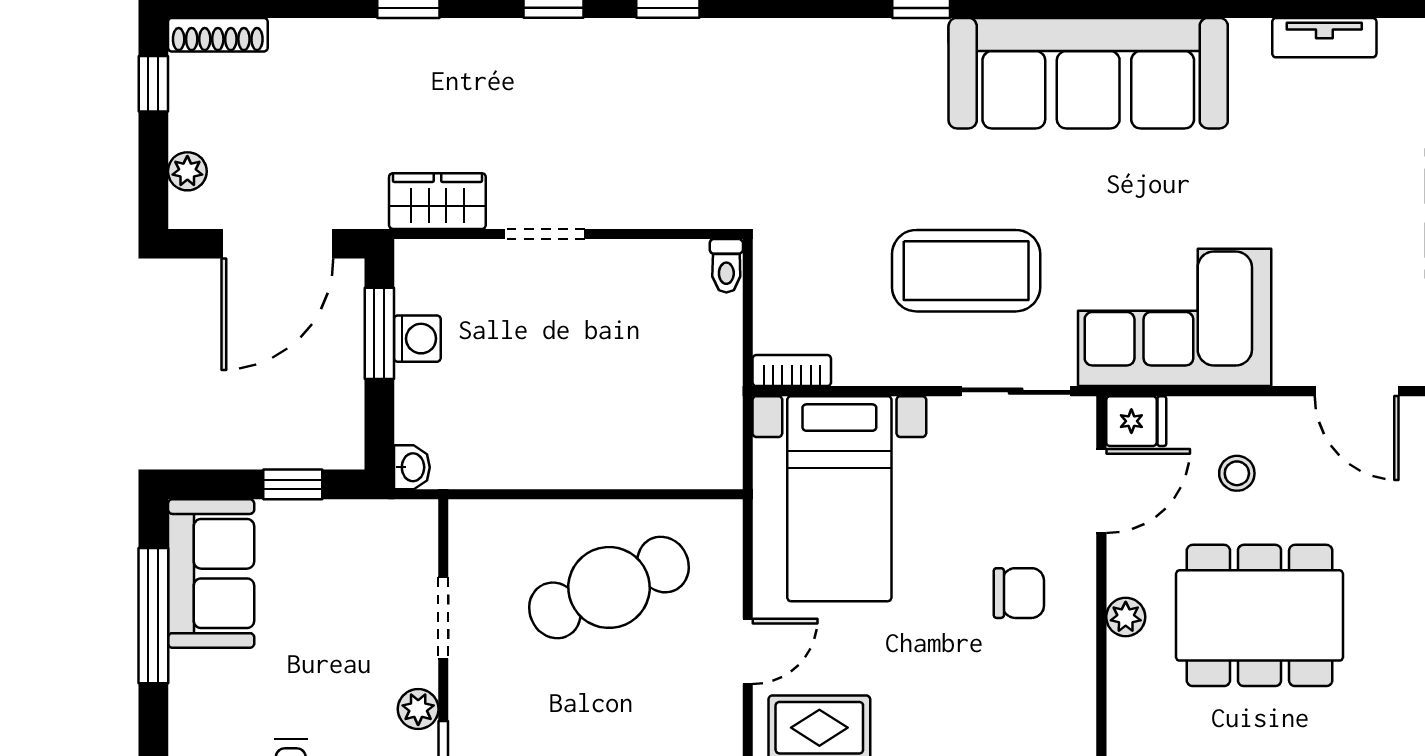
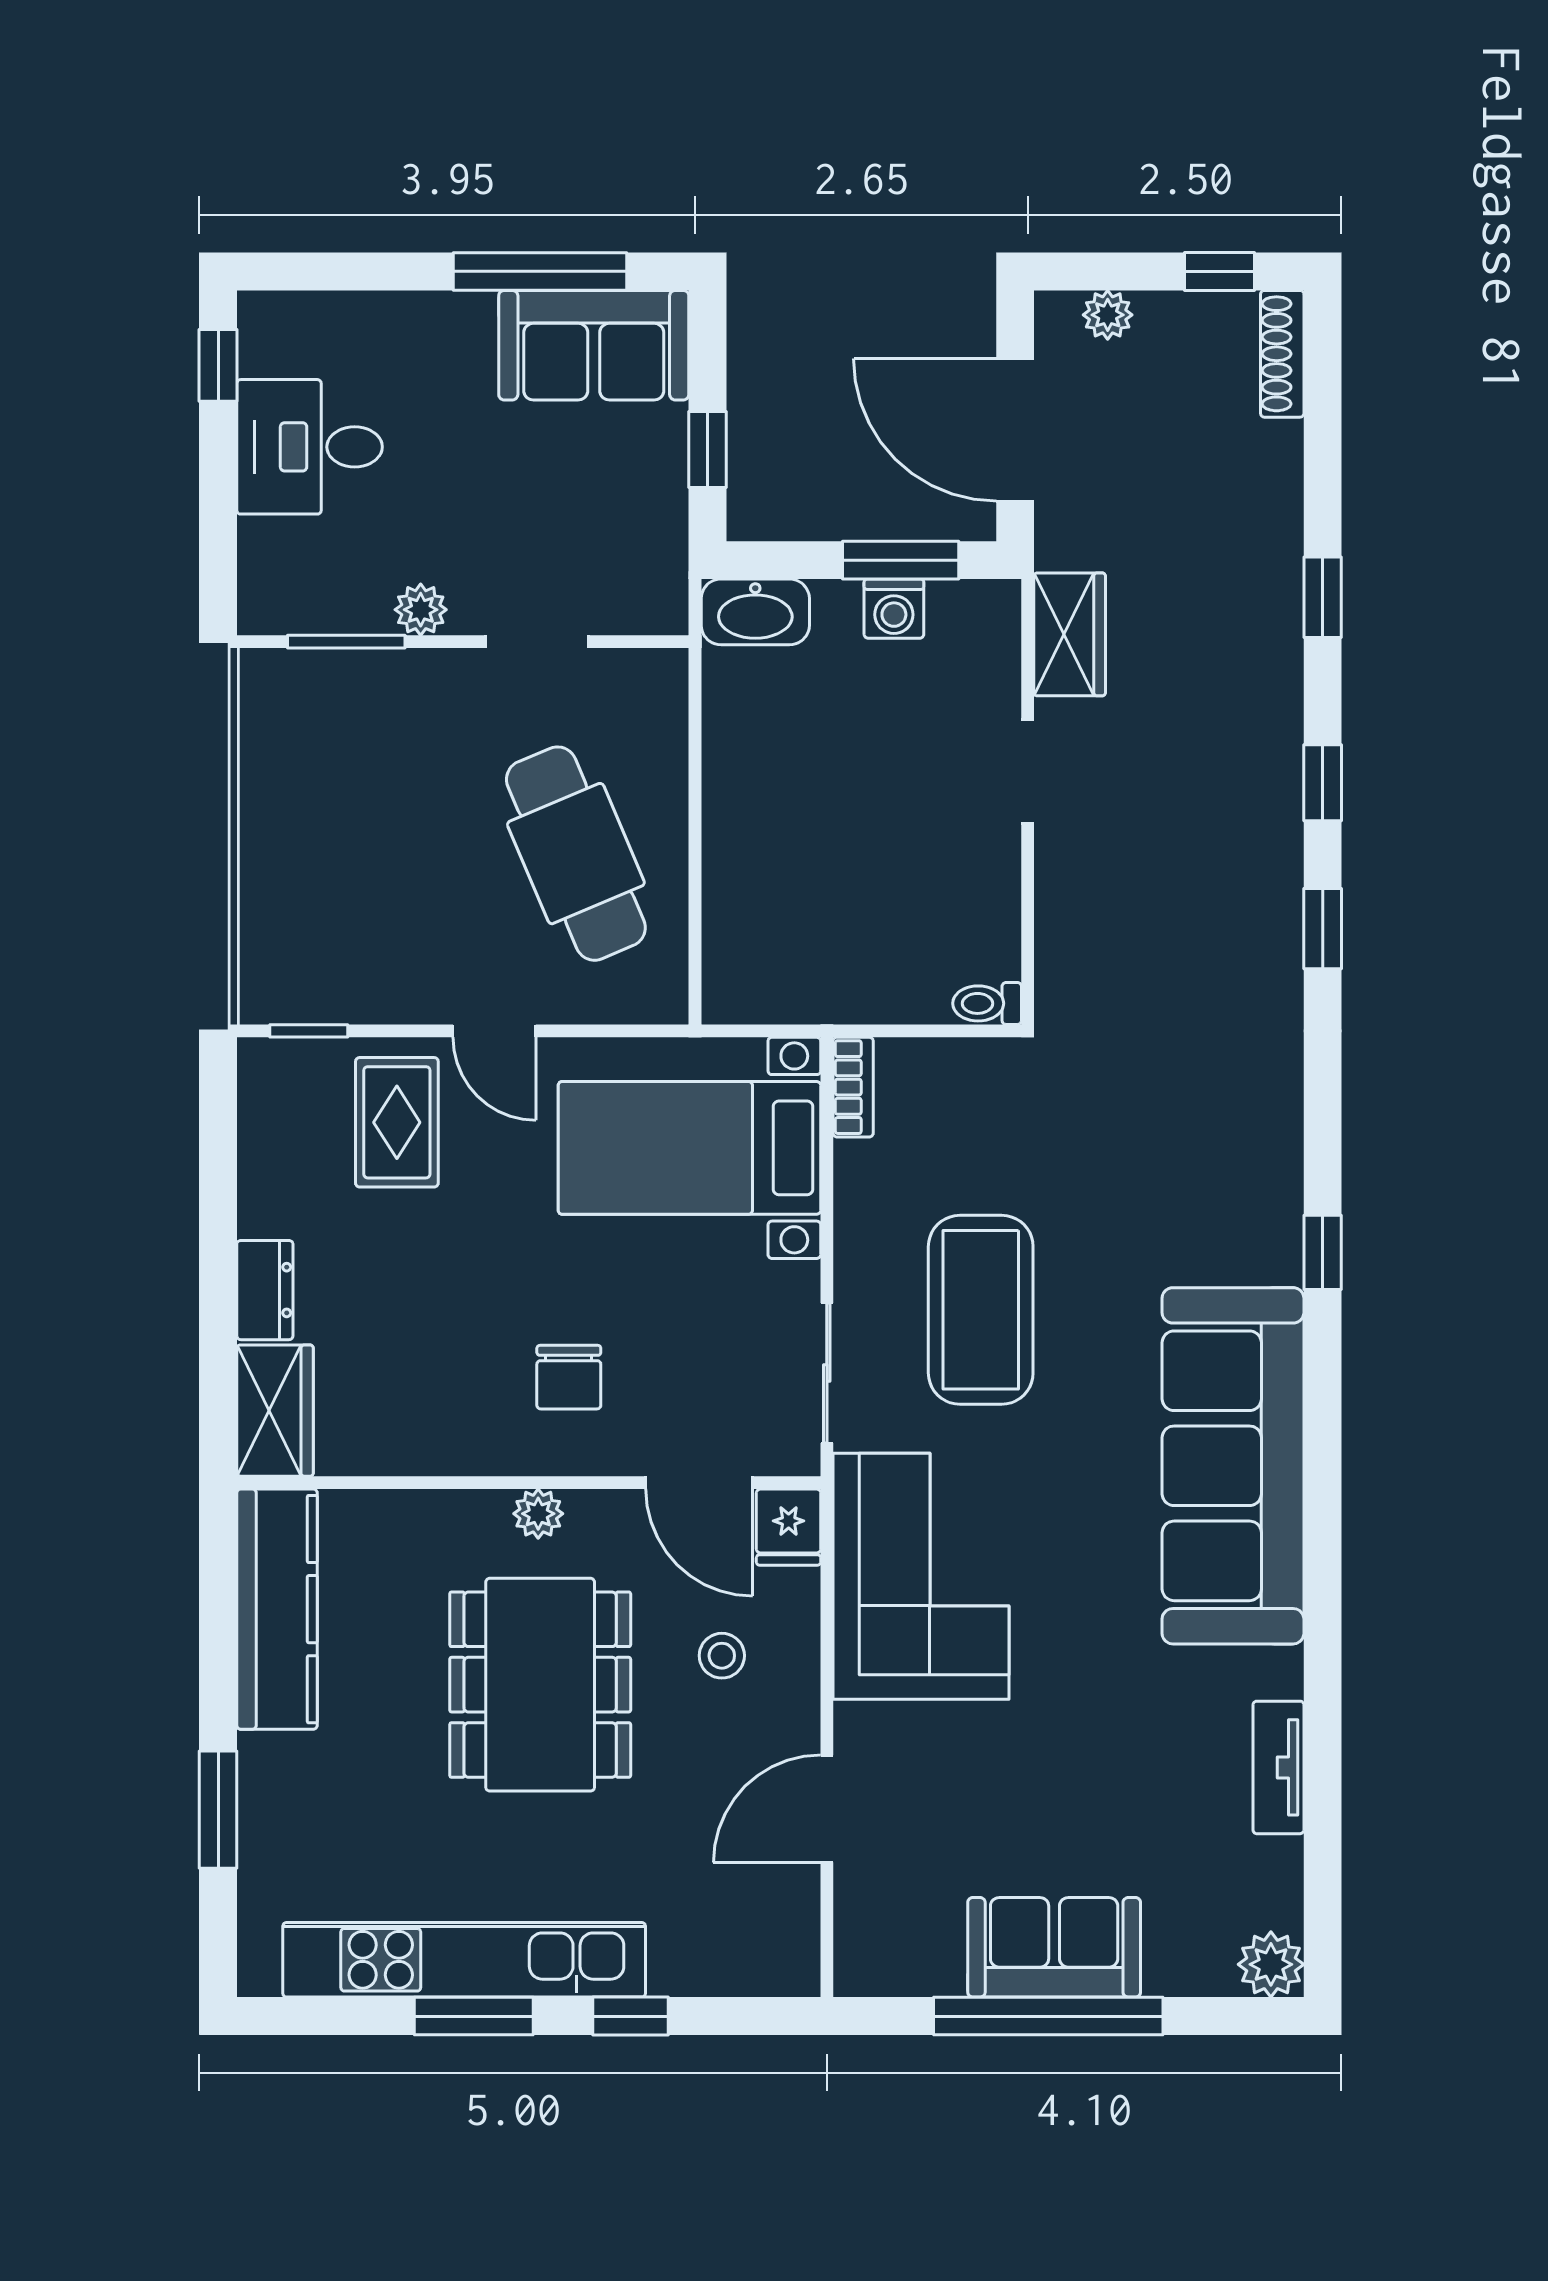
washbasin: (412, 467) -> (755, 612), width x1.91, depth x1.45

